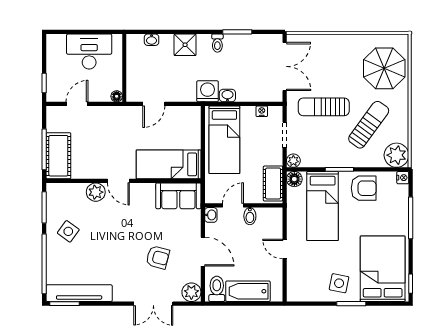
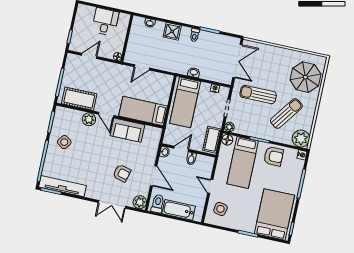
desk: (89, 51) -> (105, 22), width x0.73
washing machine: (208, 91) -> (181, 67), removed
cot: (58, 156) -> (79, 99), moved, turned 90
sofa: (178, 196) -> (127, 130), moved
side table: (339, 283) -> (220, 209), moved

